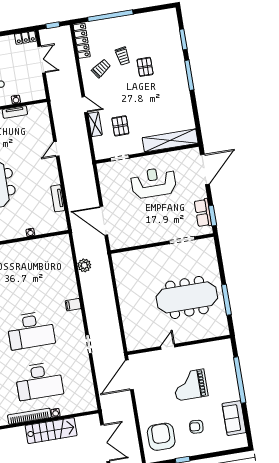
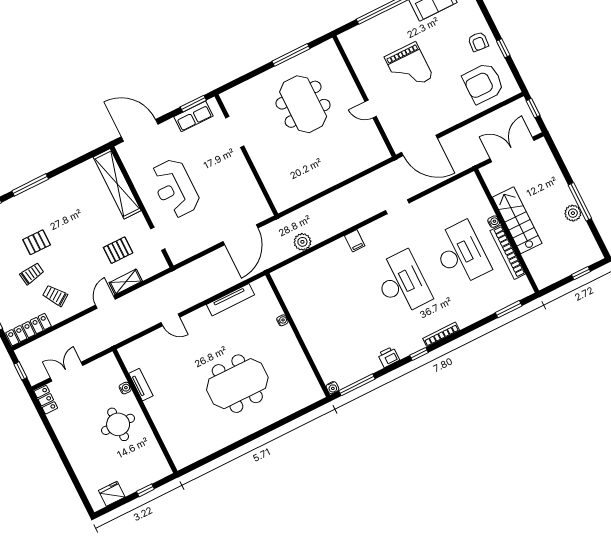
tv unit: (58, 198) -> (230, 300), width x1.41
meeting table: (187, 297) -> (303, 104), width x0.73
armchair: (196, 427) -> (478, 42), moved

